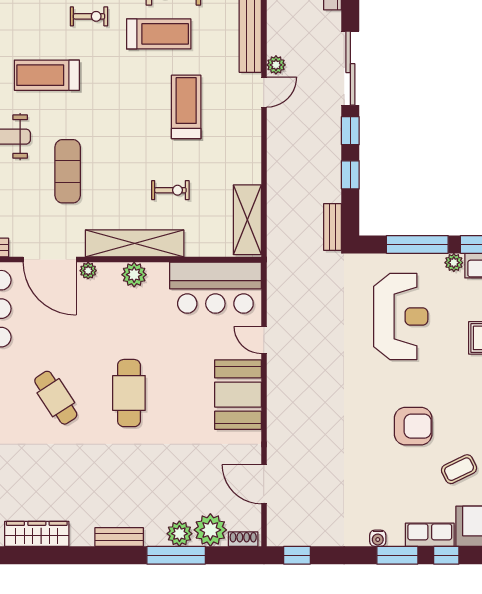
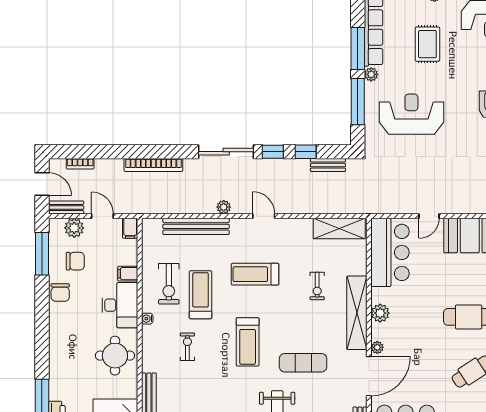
treadmill: (47, 75) -> (248, 342), moved
door: (264, 92) -> (264, 216), moved
exercise bike: (170, 190) -> (317, 286), turned 180
bench: (333, 227) -> (328, 165), moved

